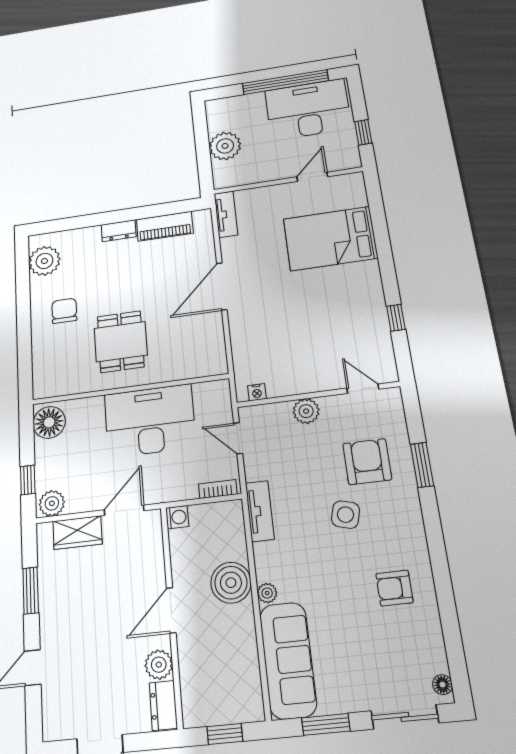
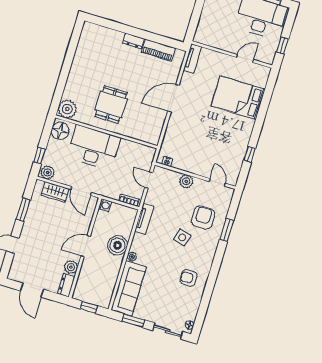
plant: (225, 146) -> (209, 18), removed
plant: (44, 261) -> (67, 109), moved
chair: (64, 311) -> (89, 74), removed
desk: (150, 421) -> (94, 148), moved
door: (124, 510) -> (81, 191), swing flipped

